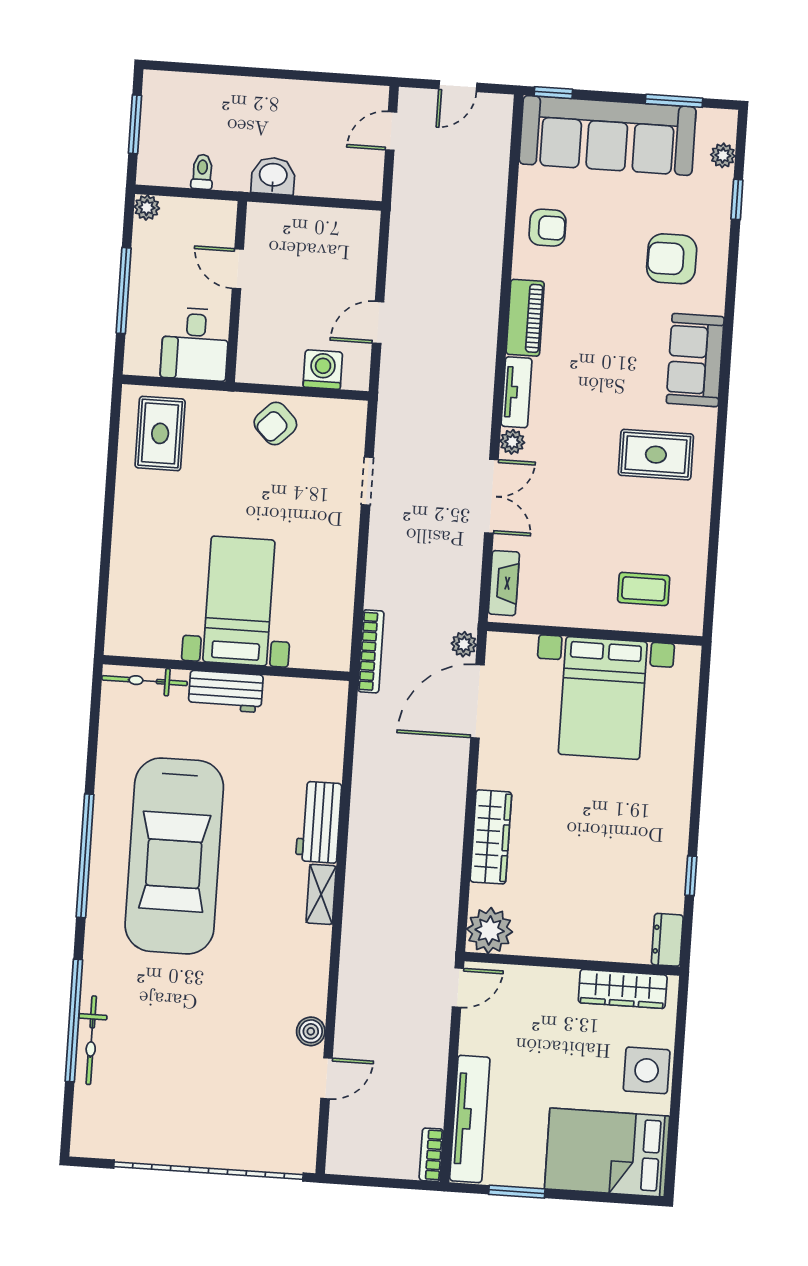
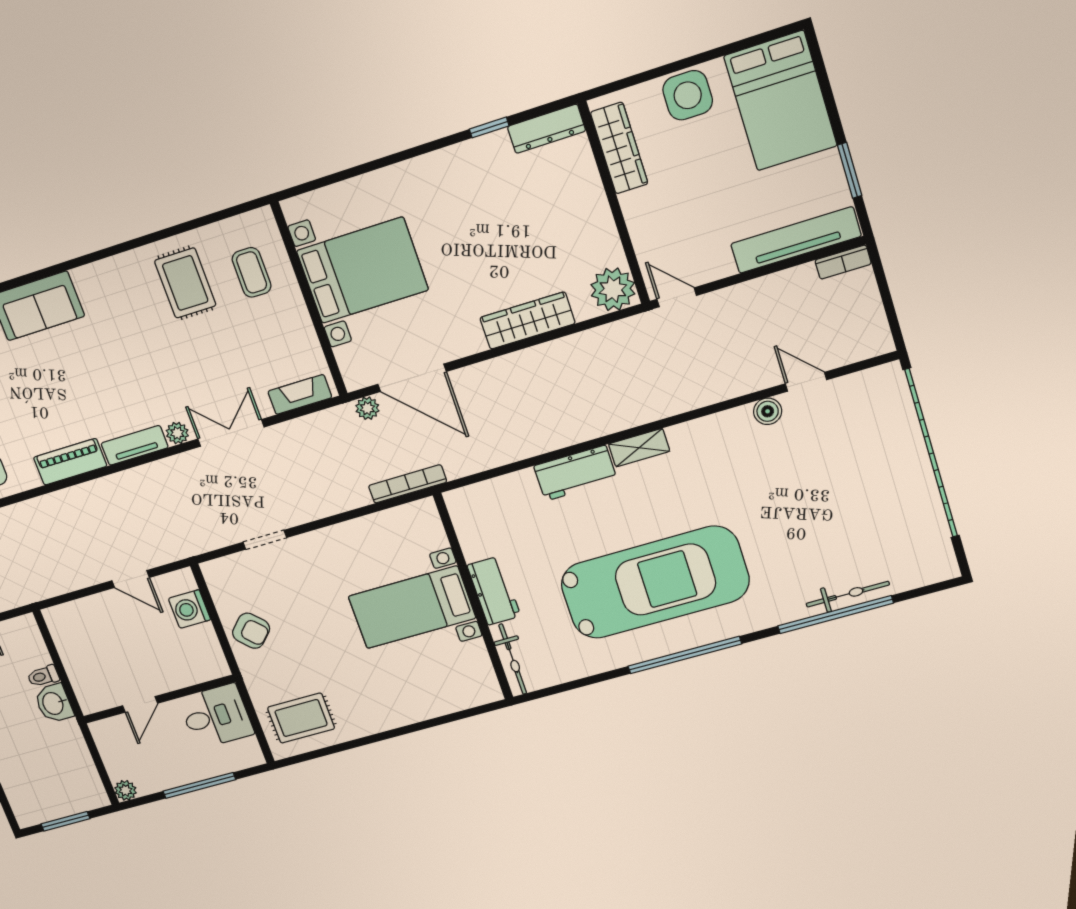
toilet: (202, 172) -> (43, 676), moved
rug: (656, 455) -> (185, 283), moved
dresser: (667, 940) -> (546, 129), width x1.44

